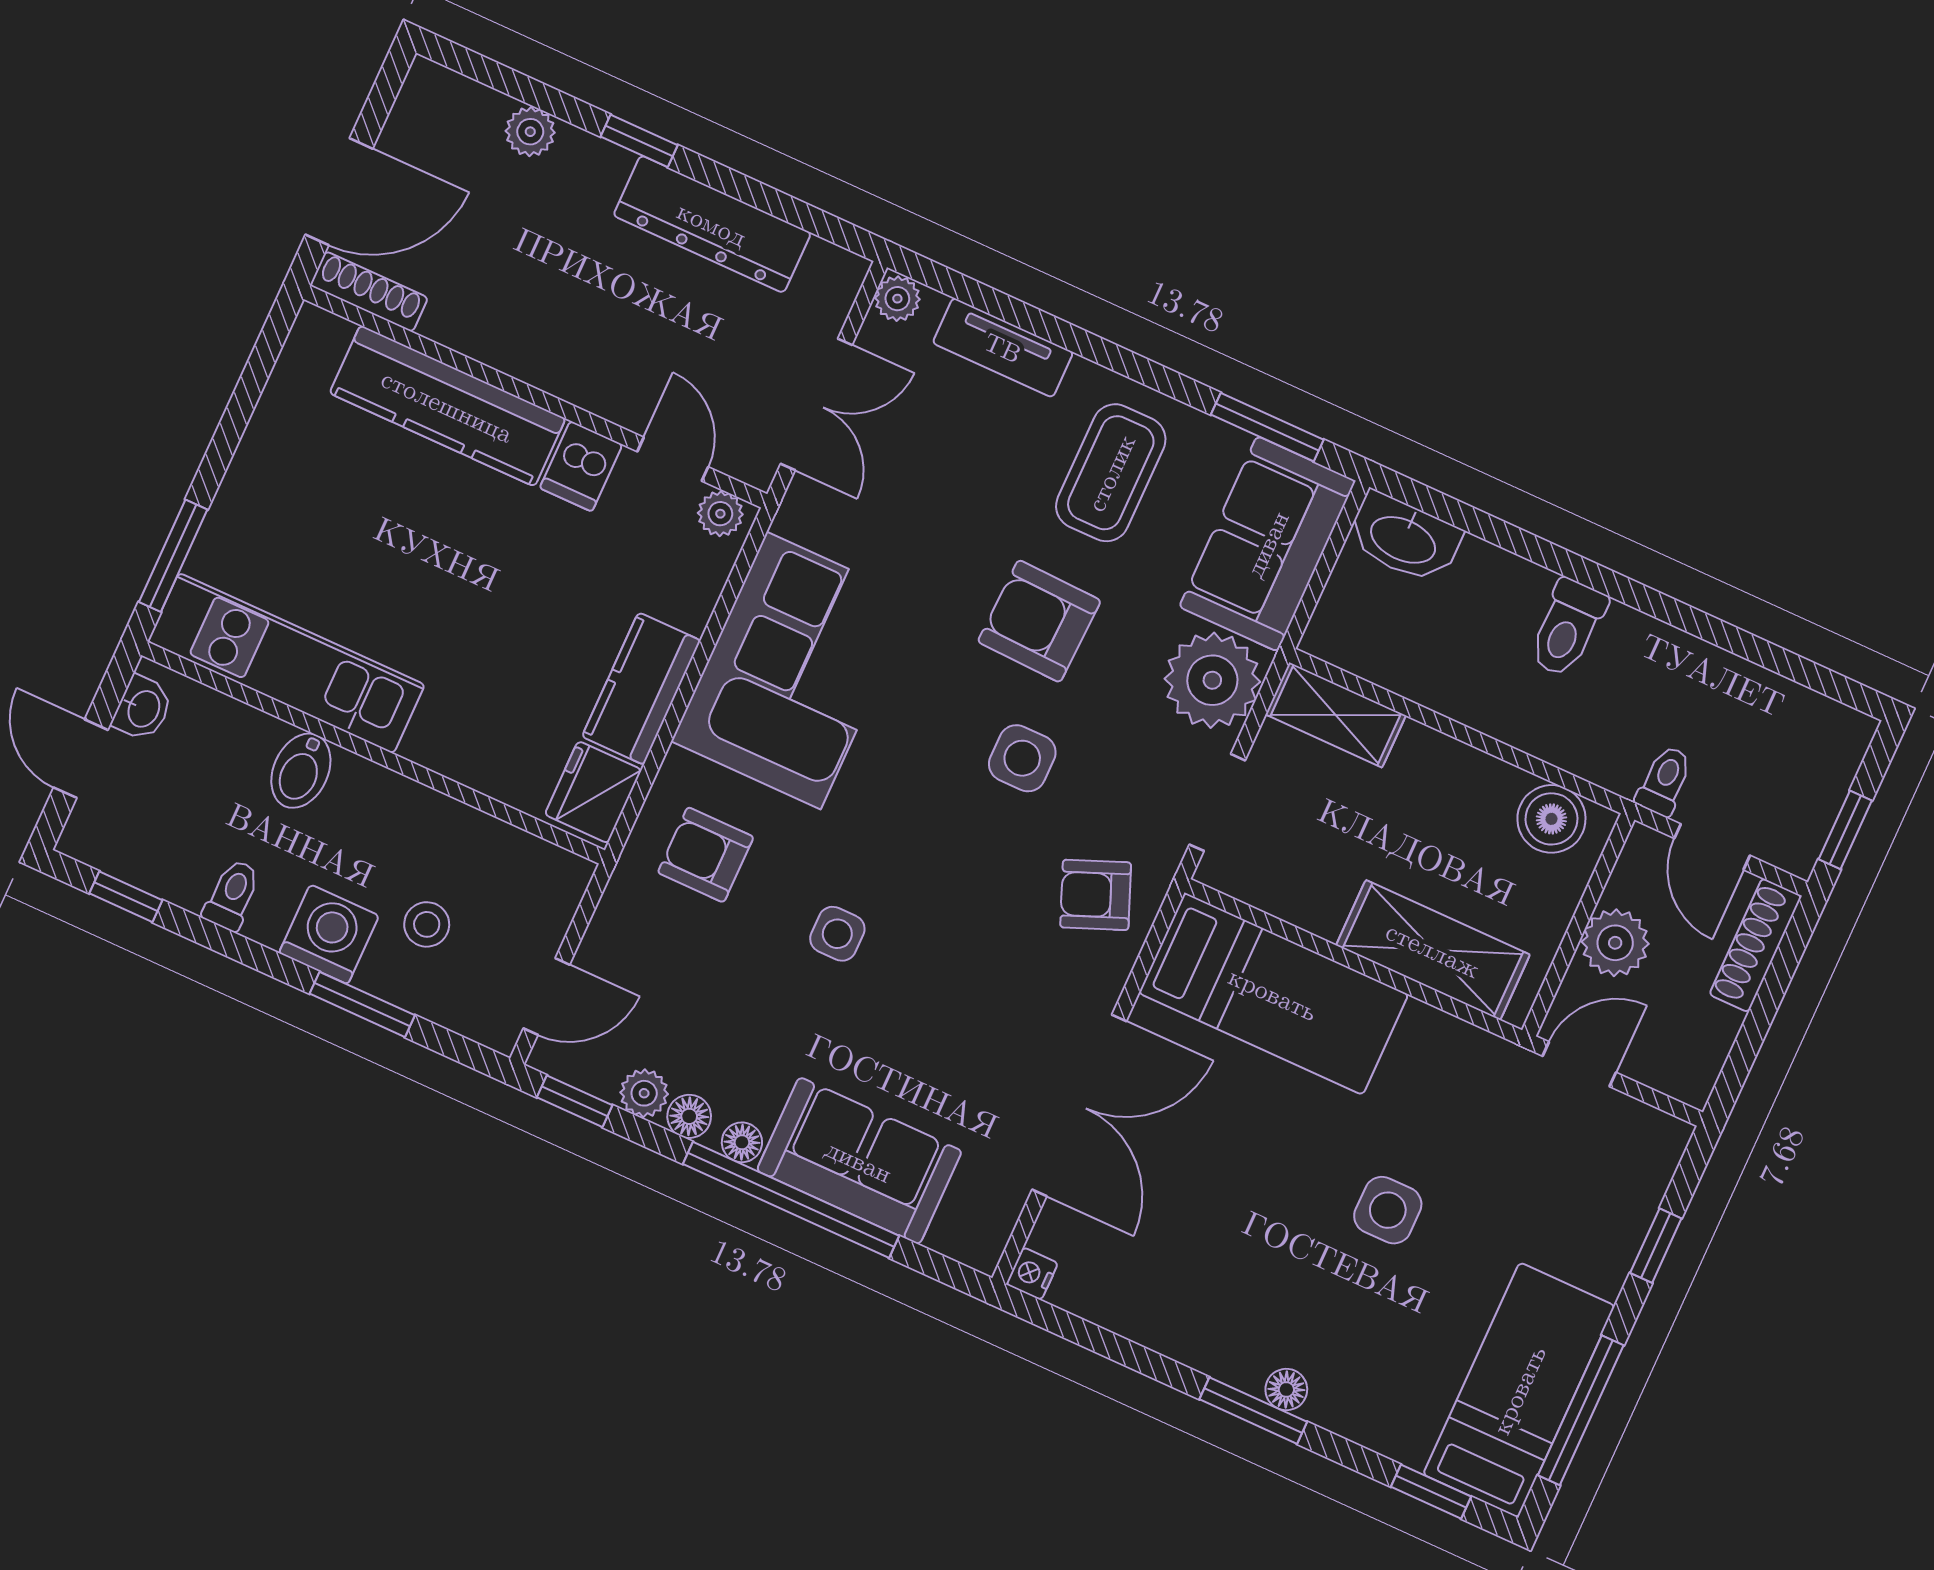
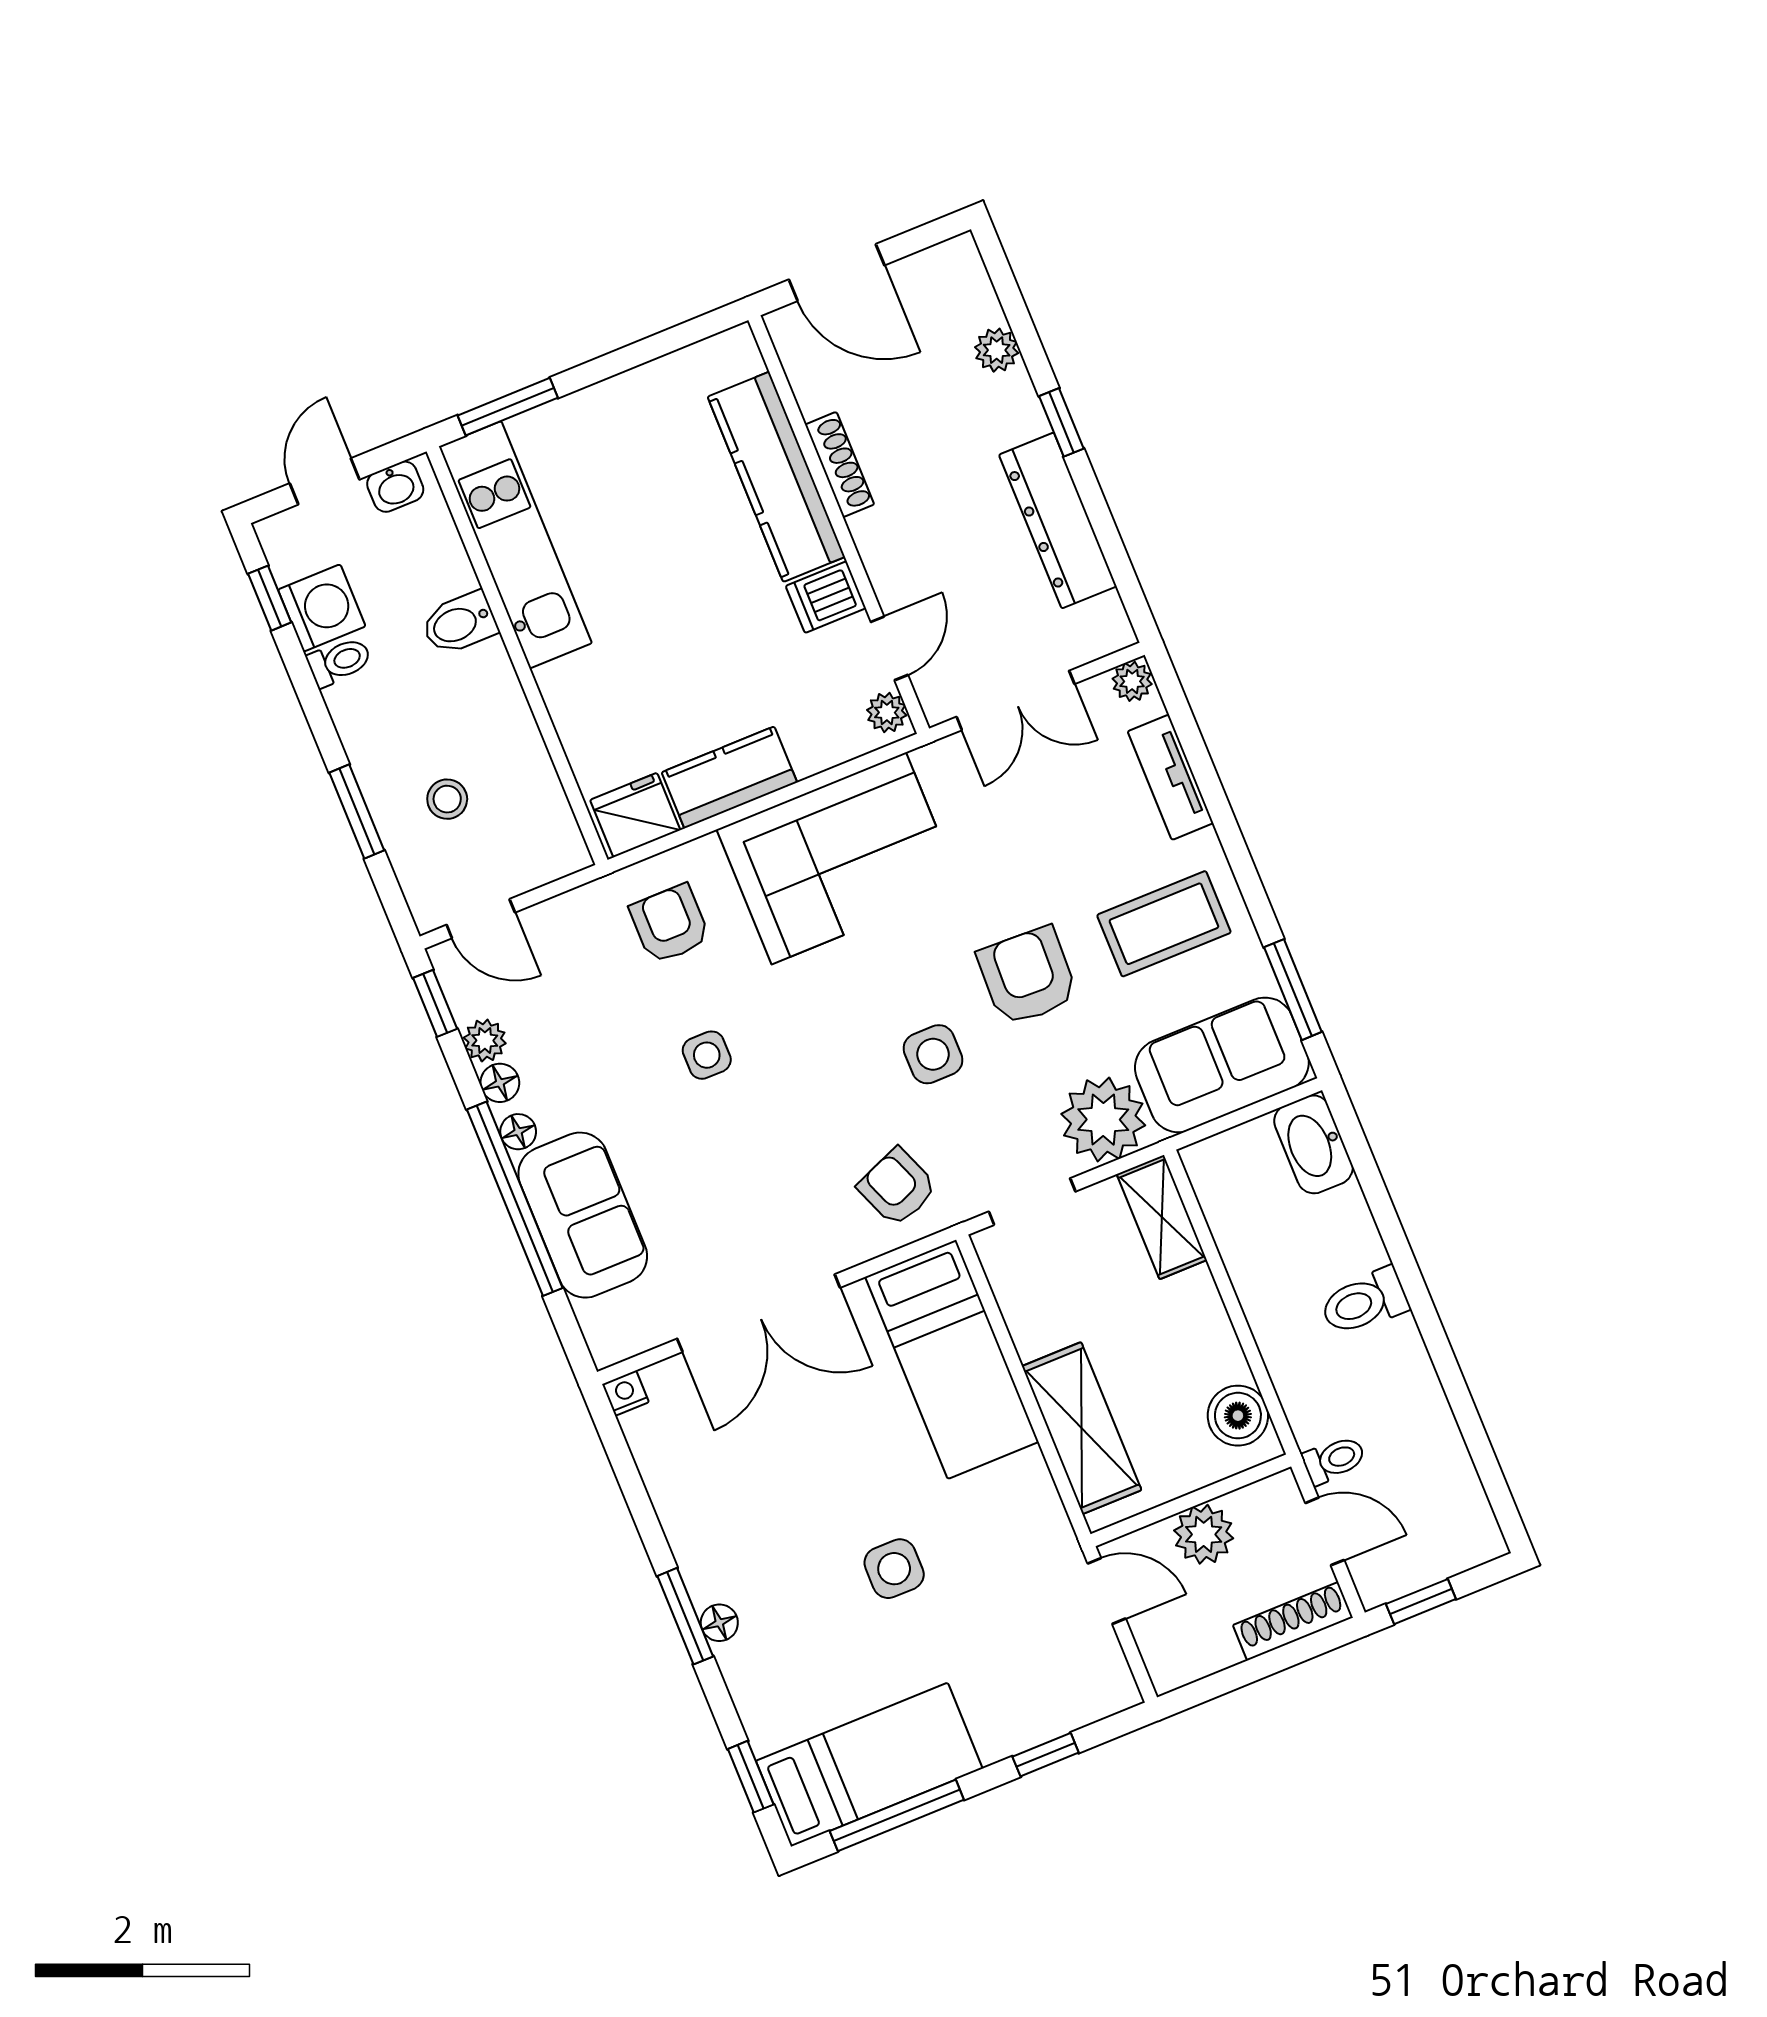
shoe rack: (369, 292) -> (840, 464), moved
door: (1712, 847) -> (1325, 1531), swing flipped
washing machine: (329, 934) -> (322, 608), moved

